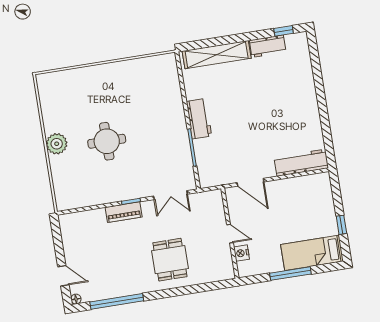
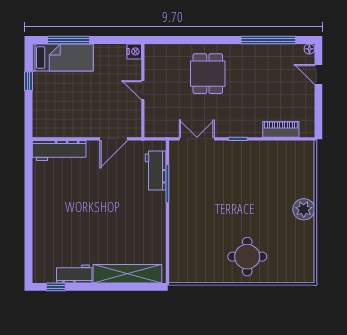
workbench: (199, 119) -> (156, 170), moved
round table: (107, 141) -> (247, 257), moved
door: (251, 182) -> (114, 139), swing flipped
piano: (124, 212) -> (281, 129), moved
nightstand: (242, 253) -> (134, 51), moved
window: (290, 274) -> (69, 40), moved

